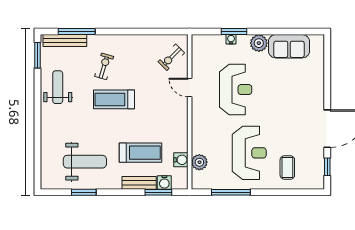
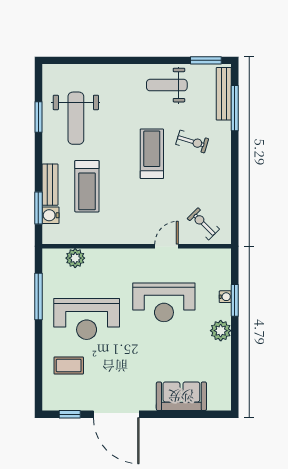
sofa: (289, 46) -> (181, 396), moved, turned 90
weight bench: (58, 87) -> (167, 85), turned 180
water cooler: (181, 160) -> (78, 235), removed

